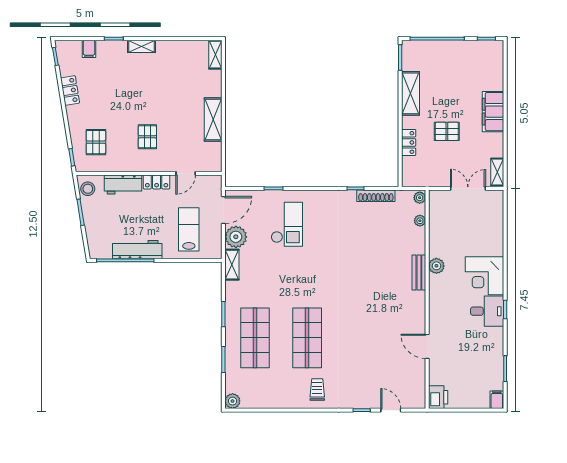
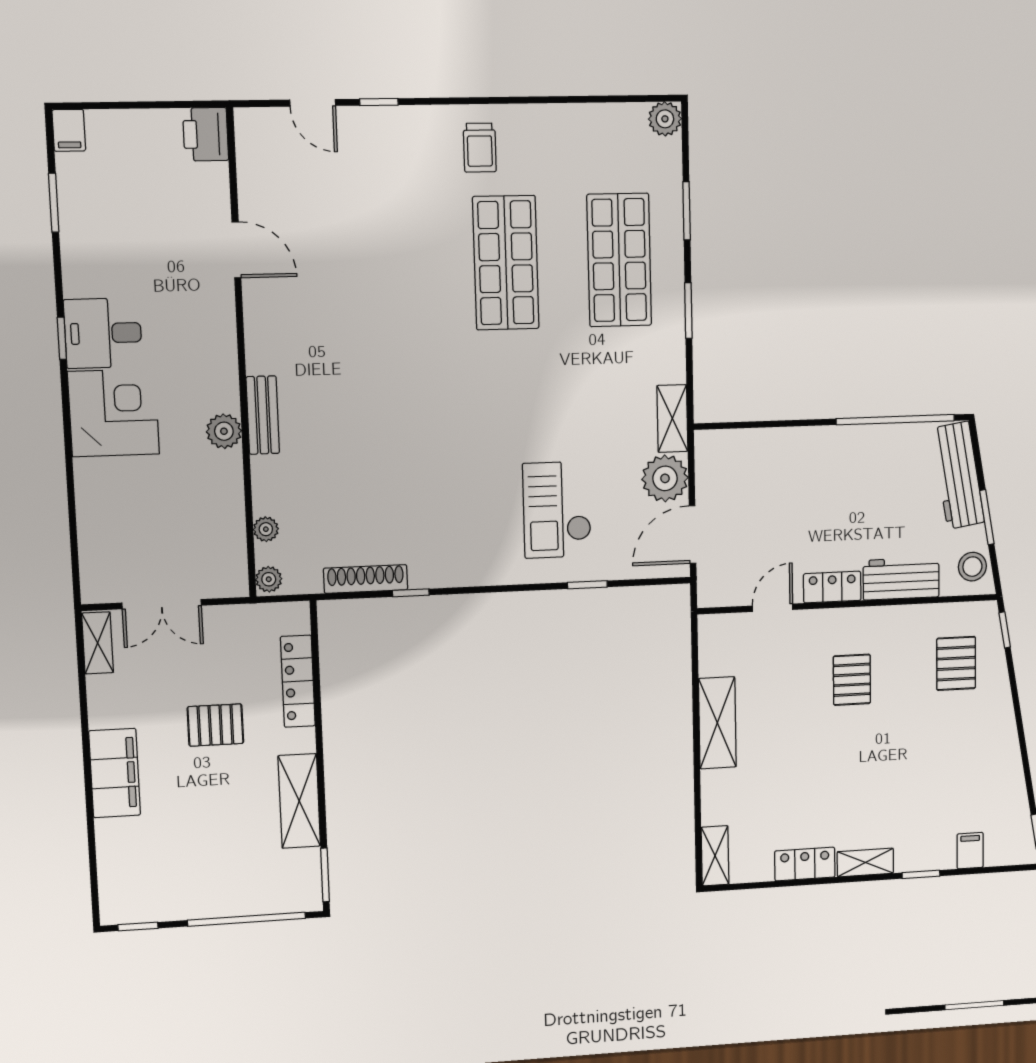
locker: (70, 90) -> (805, 864), moved, turned 99
locker: (409, 142) -> (298, 681), width x1.53
lab bench: (189, 229) -> (764, 490), removed
workbench: (137, 250) -> (958, 475), moved, turned 81

